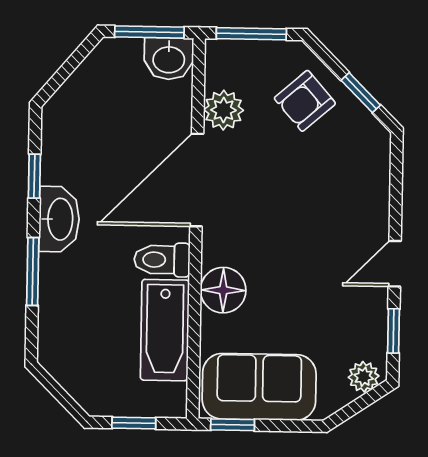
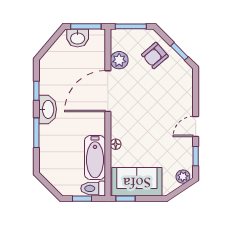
washbasin: (169, 59) -> (78, 38), moved
toilet: (162, 260) -> (93, 188), moved
floor lamp: (223, 290) -> (116, 144), width x0.53, depth x0.53

